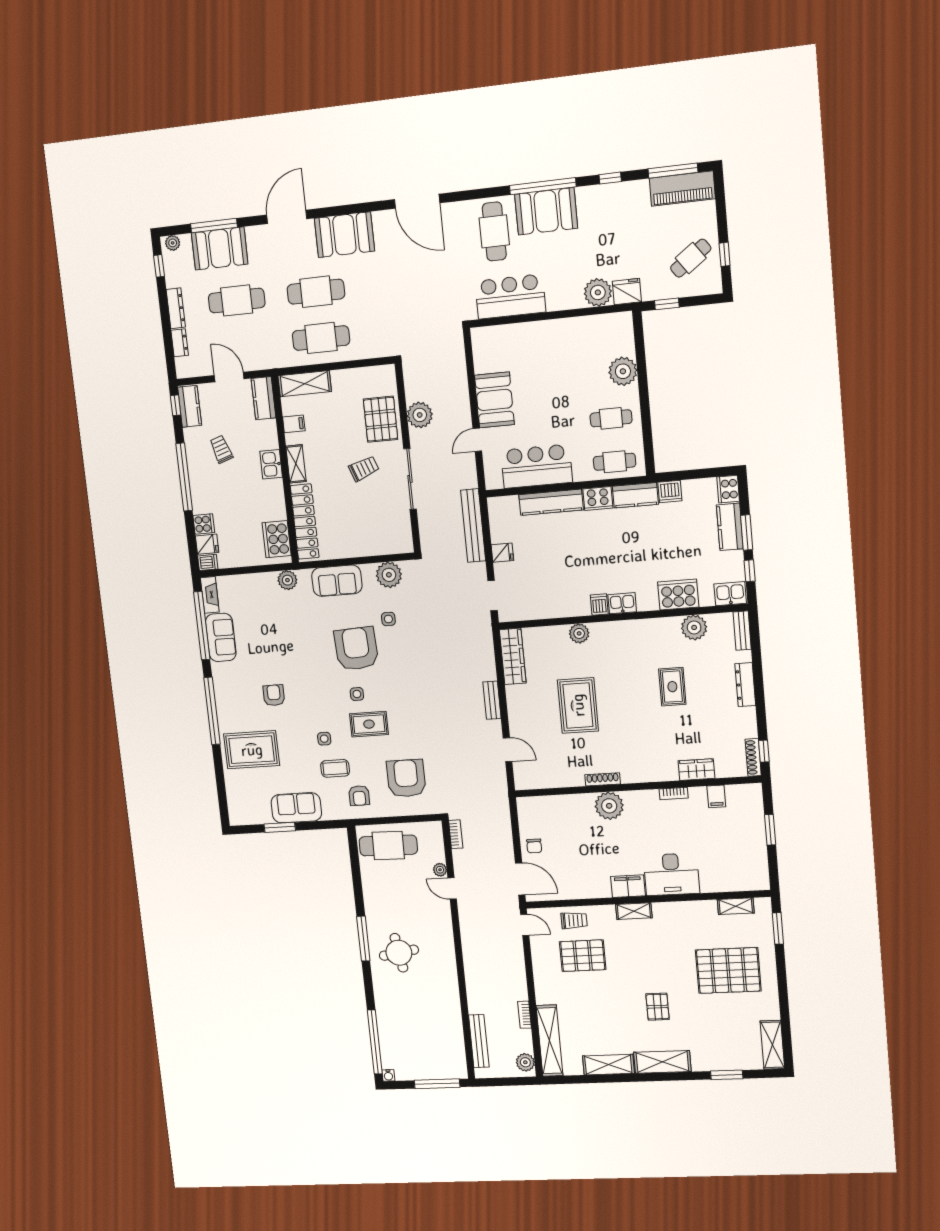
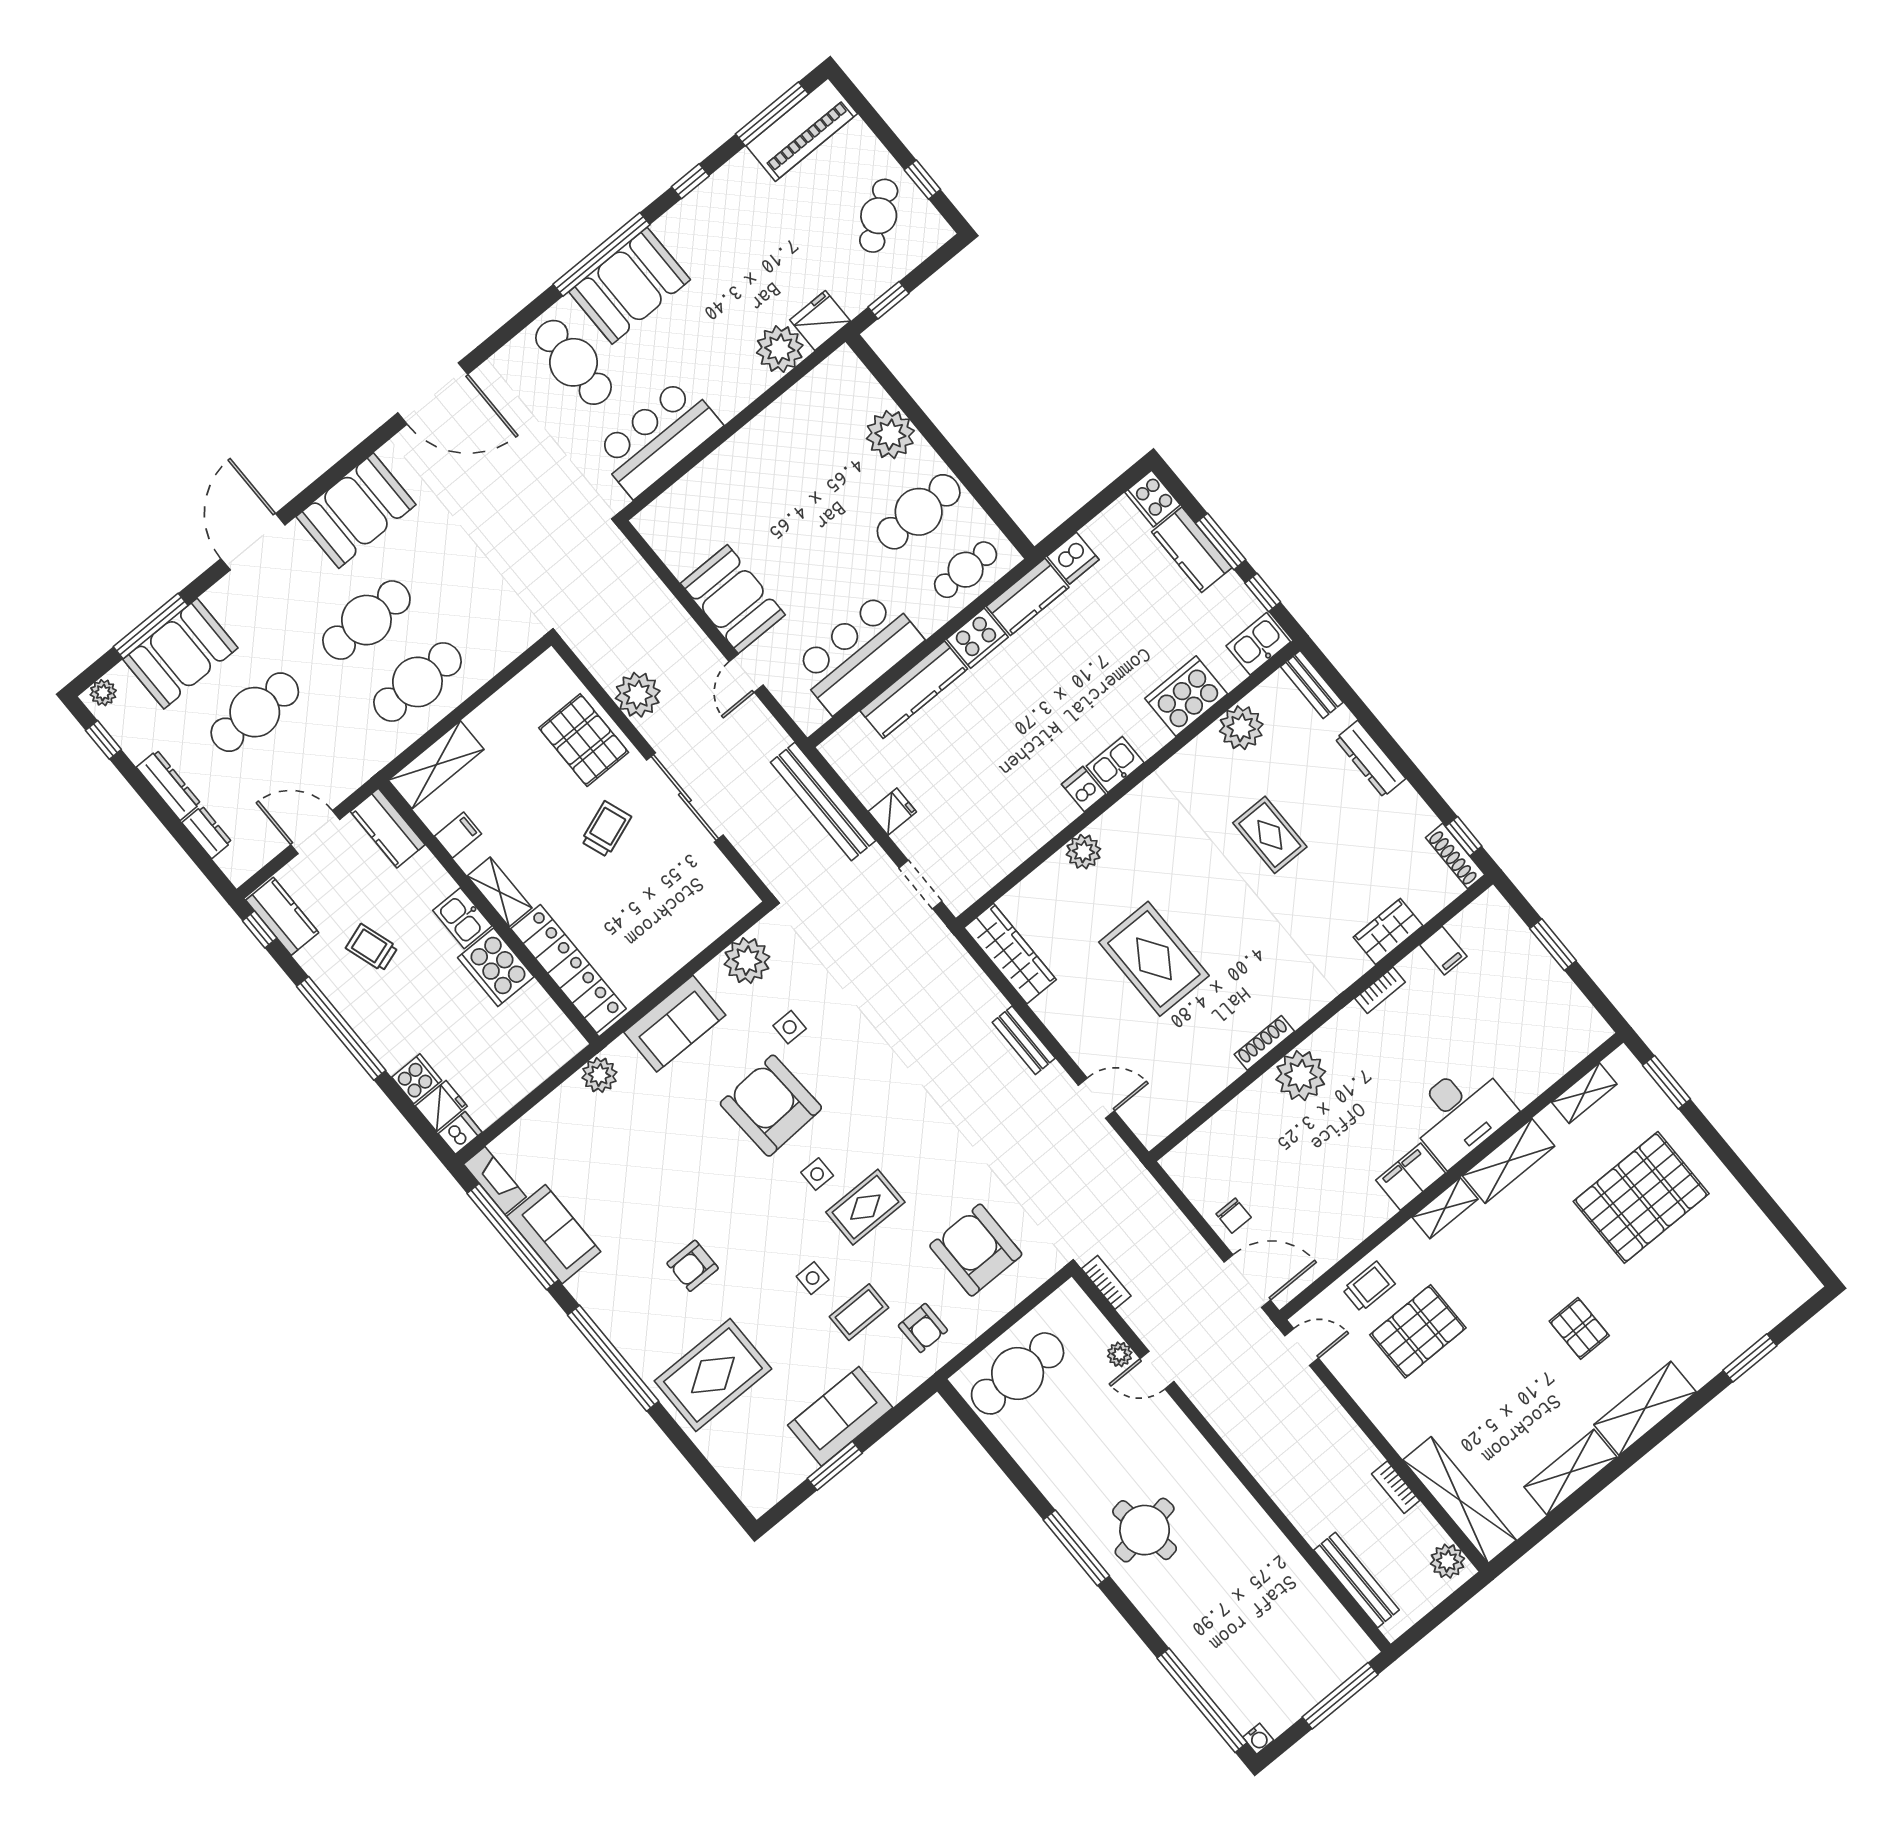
cafe table: (611, 418) -> (919, 512), width x1.37, depth x1.35
cooker: (277, 539) -> (496, 967), moved
armchair: (274, 695) -> (693, 1266), turned -90
shelving: (772, 1045) -> (1508, 1161), moved, turned 90

